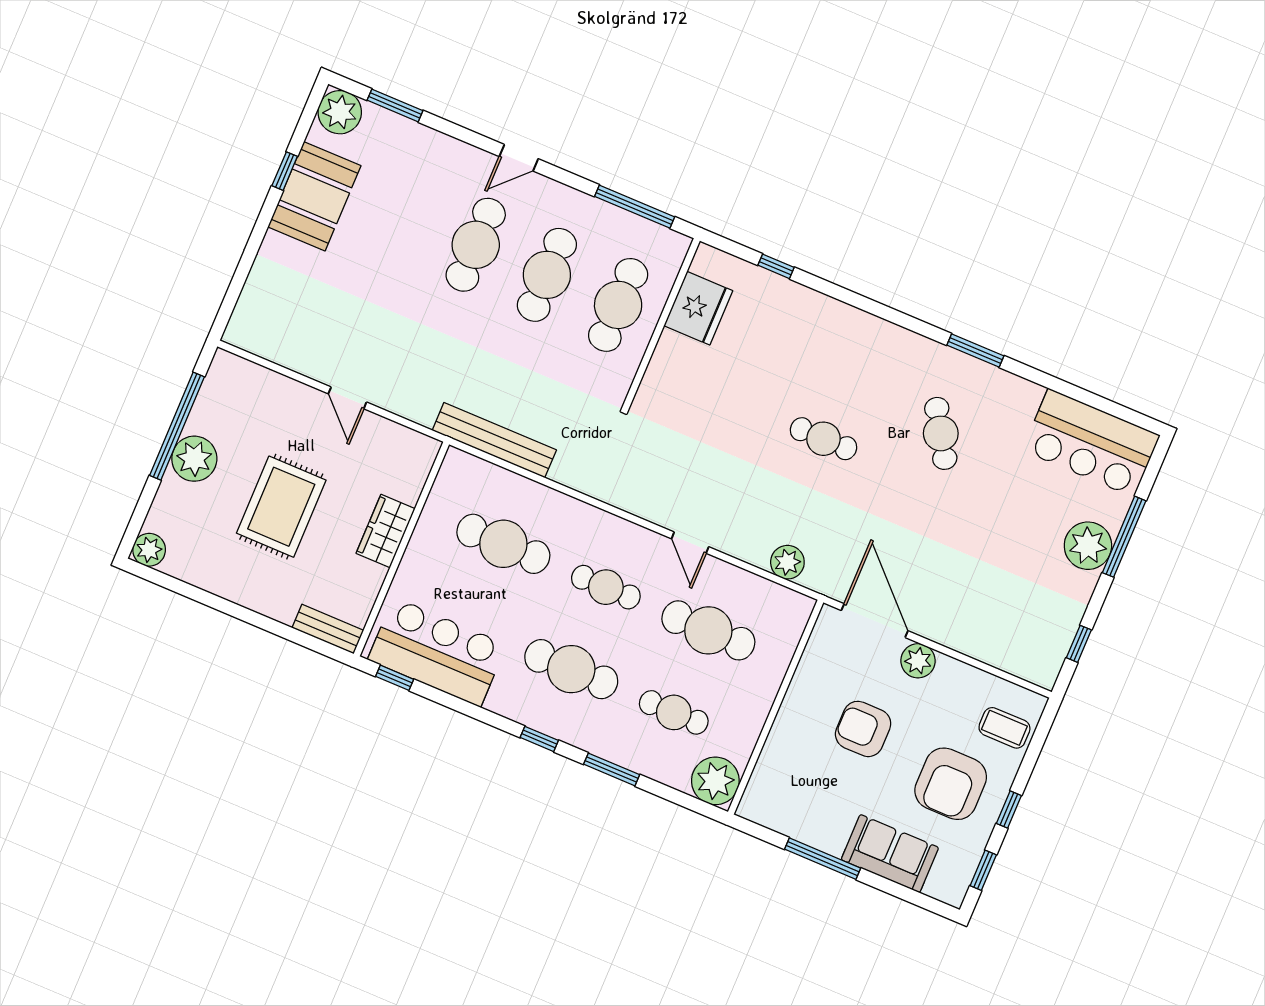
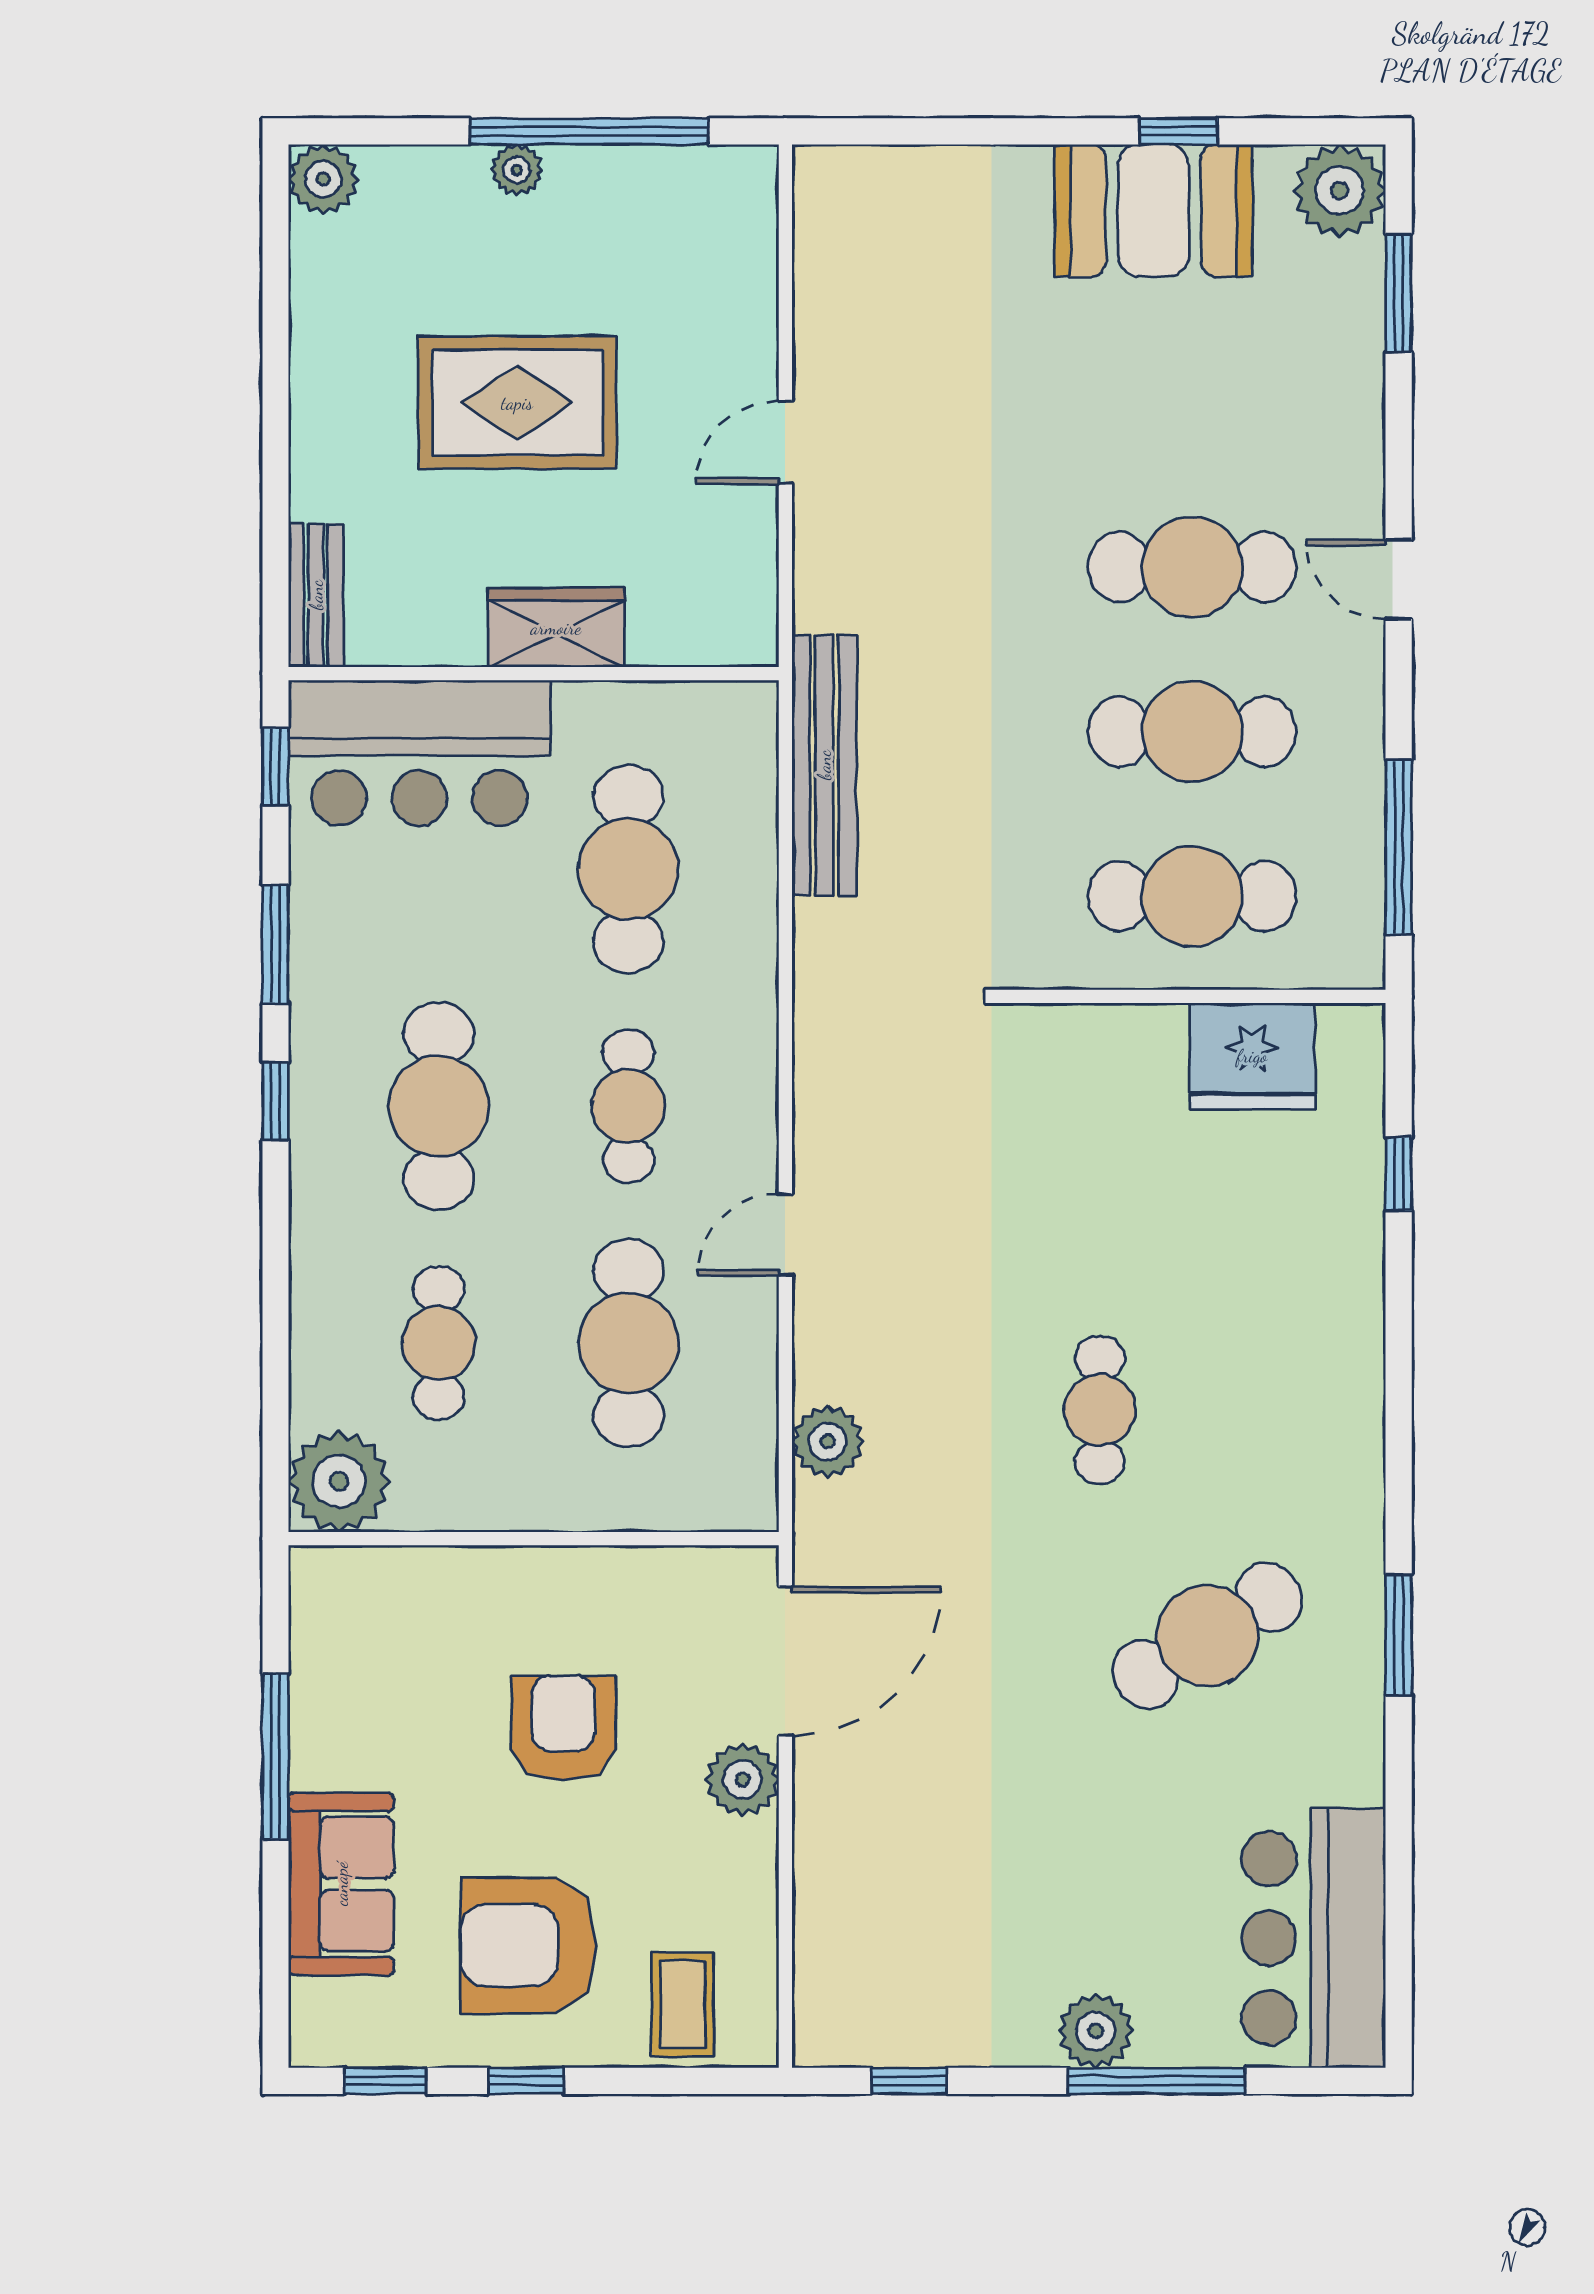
cafe table: (941, 433) -> (1207, 1636), width x1.37, depth x1.35
plant: (194, 459) -> (517, 170), width x0.53, depth x0.53
plant: (1088, 546) -> (1096, 2031), width x0.73, depth x0.73
bar counter: (437, 652) -> (419, 753), moved, turned 90
window: (612, 769) -> (275, 944), moved

